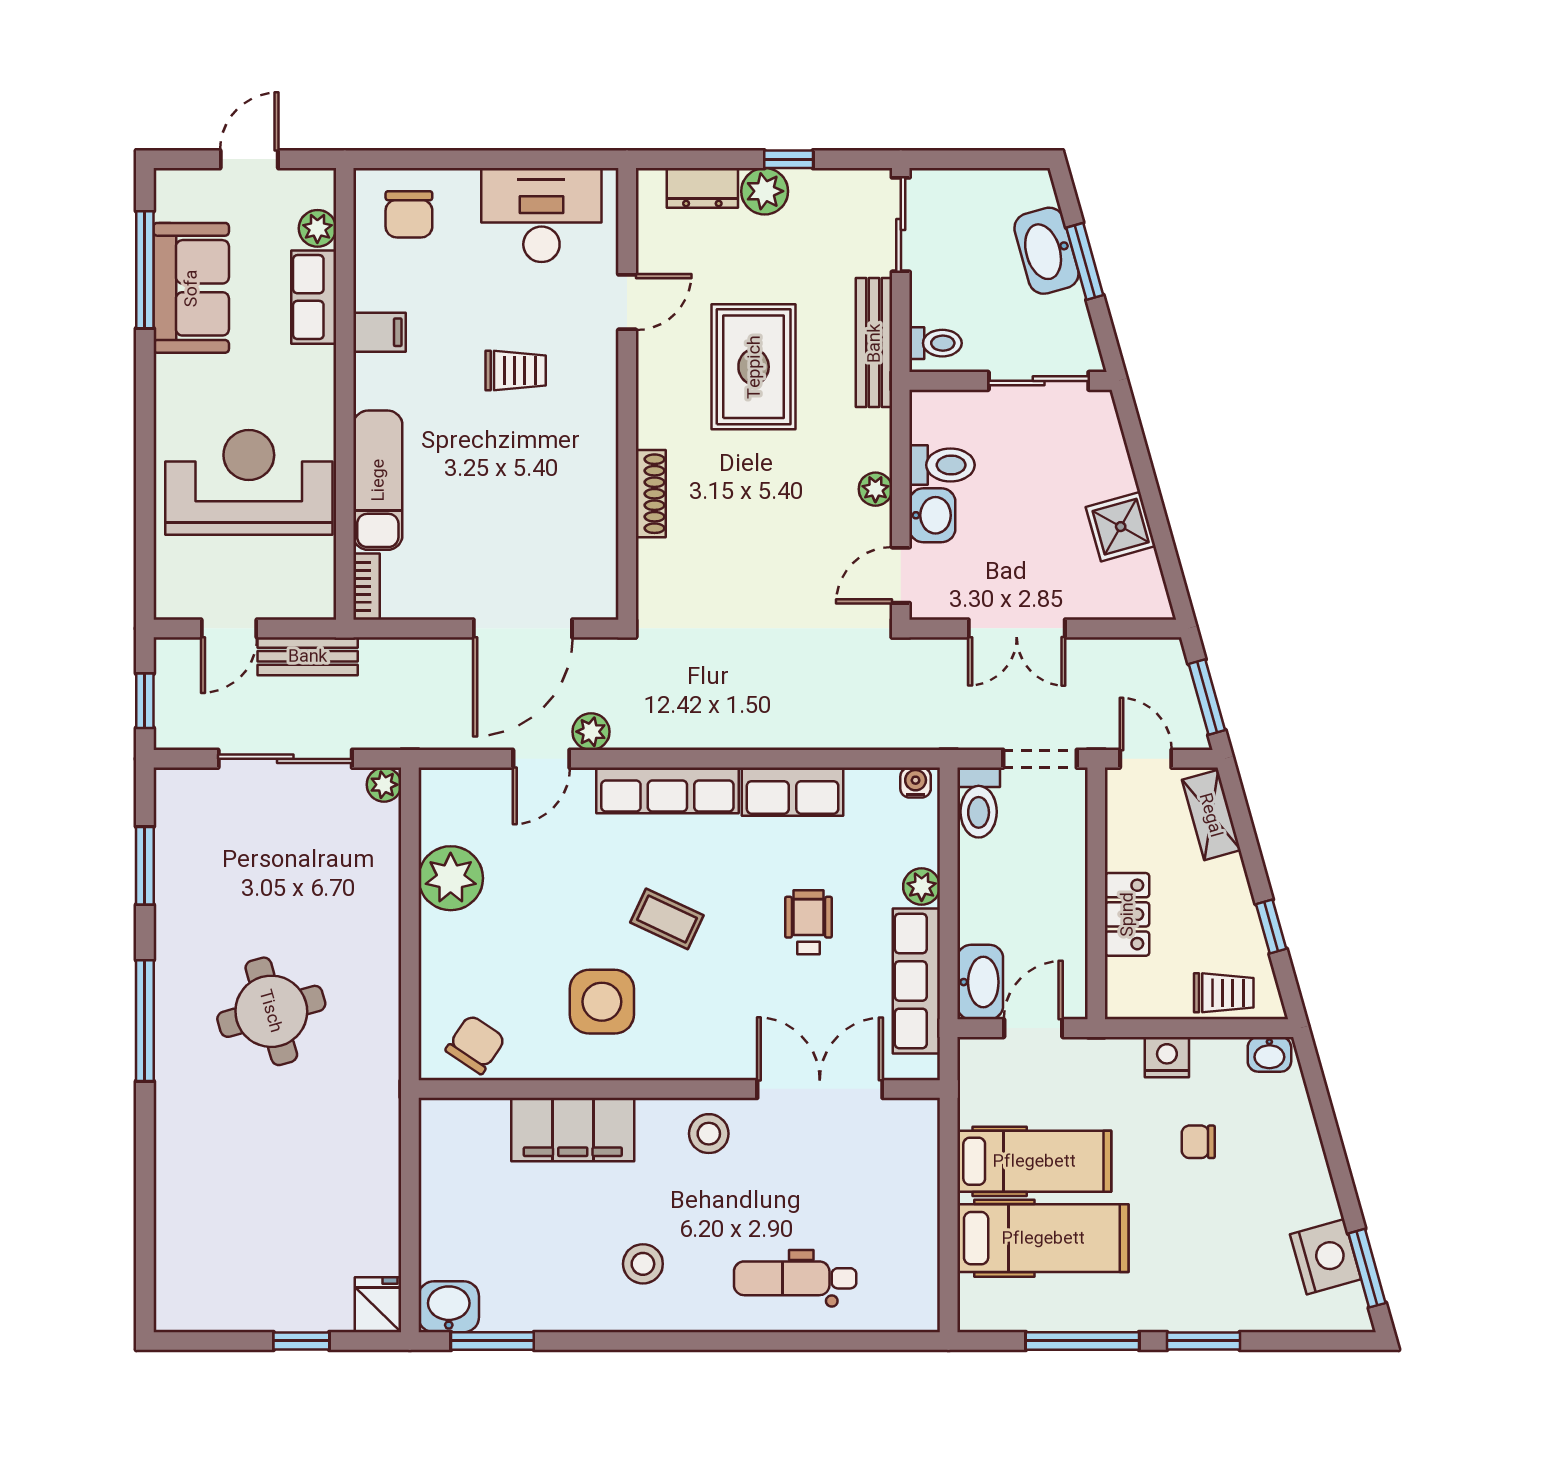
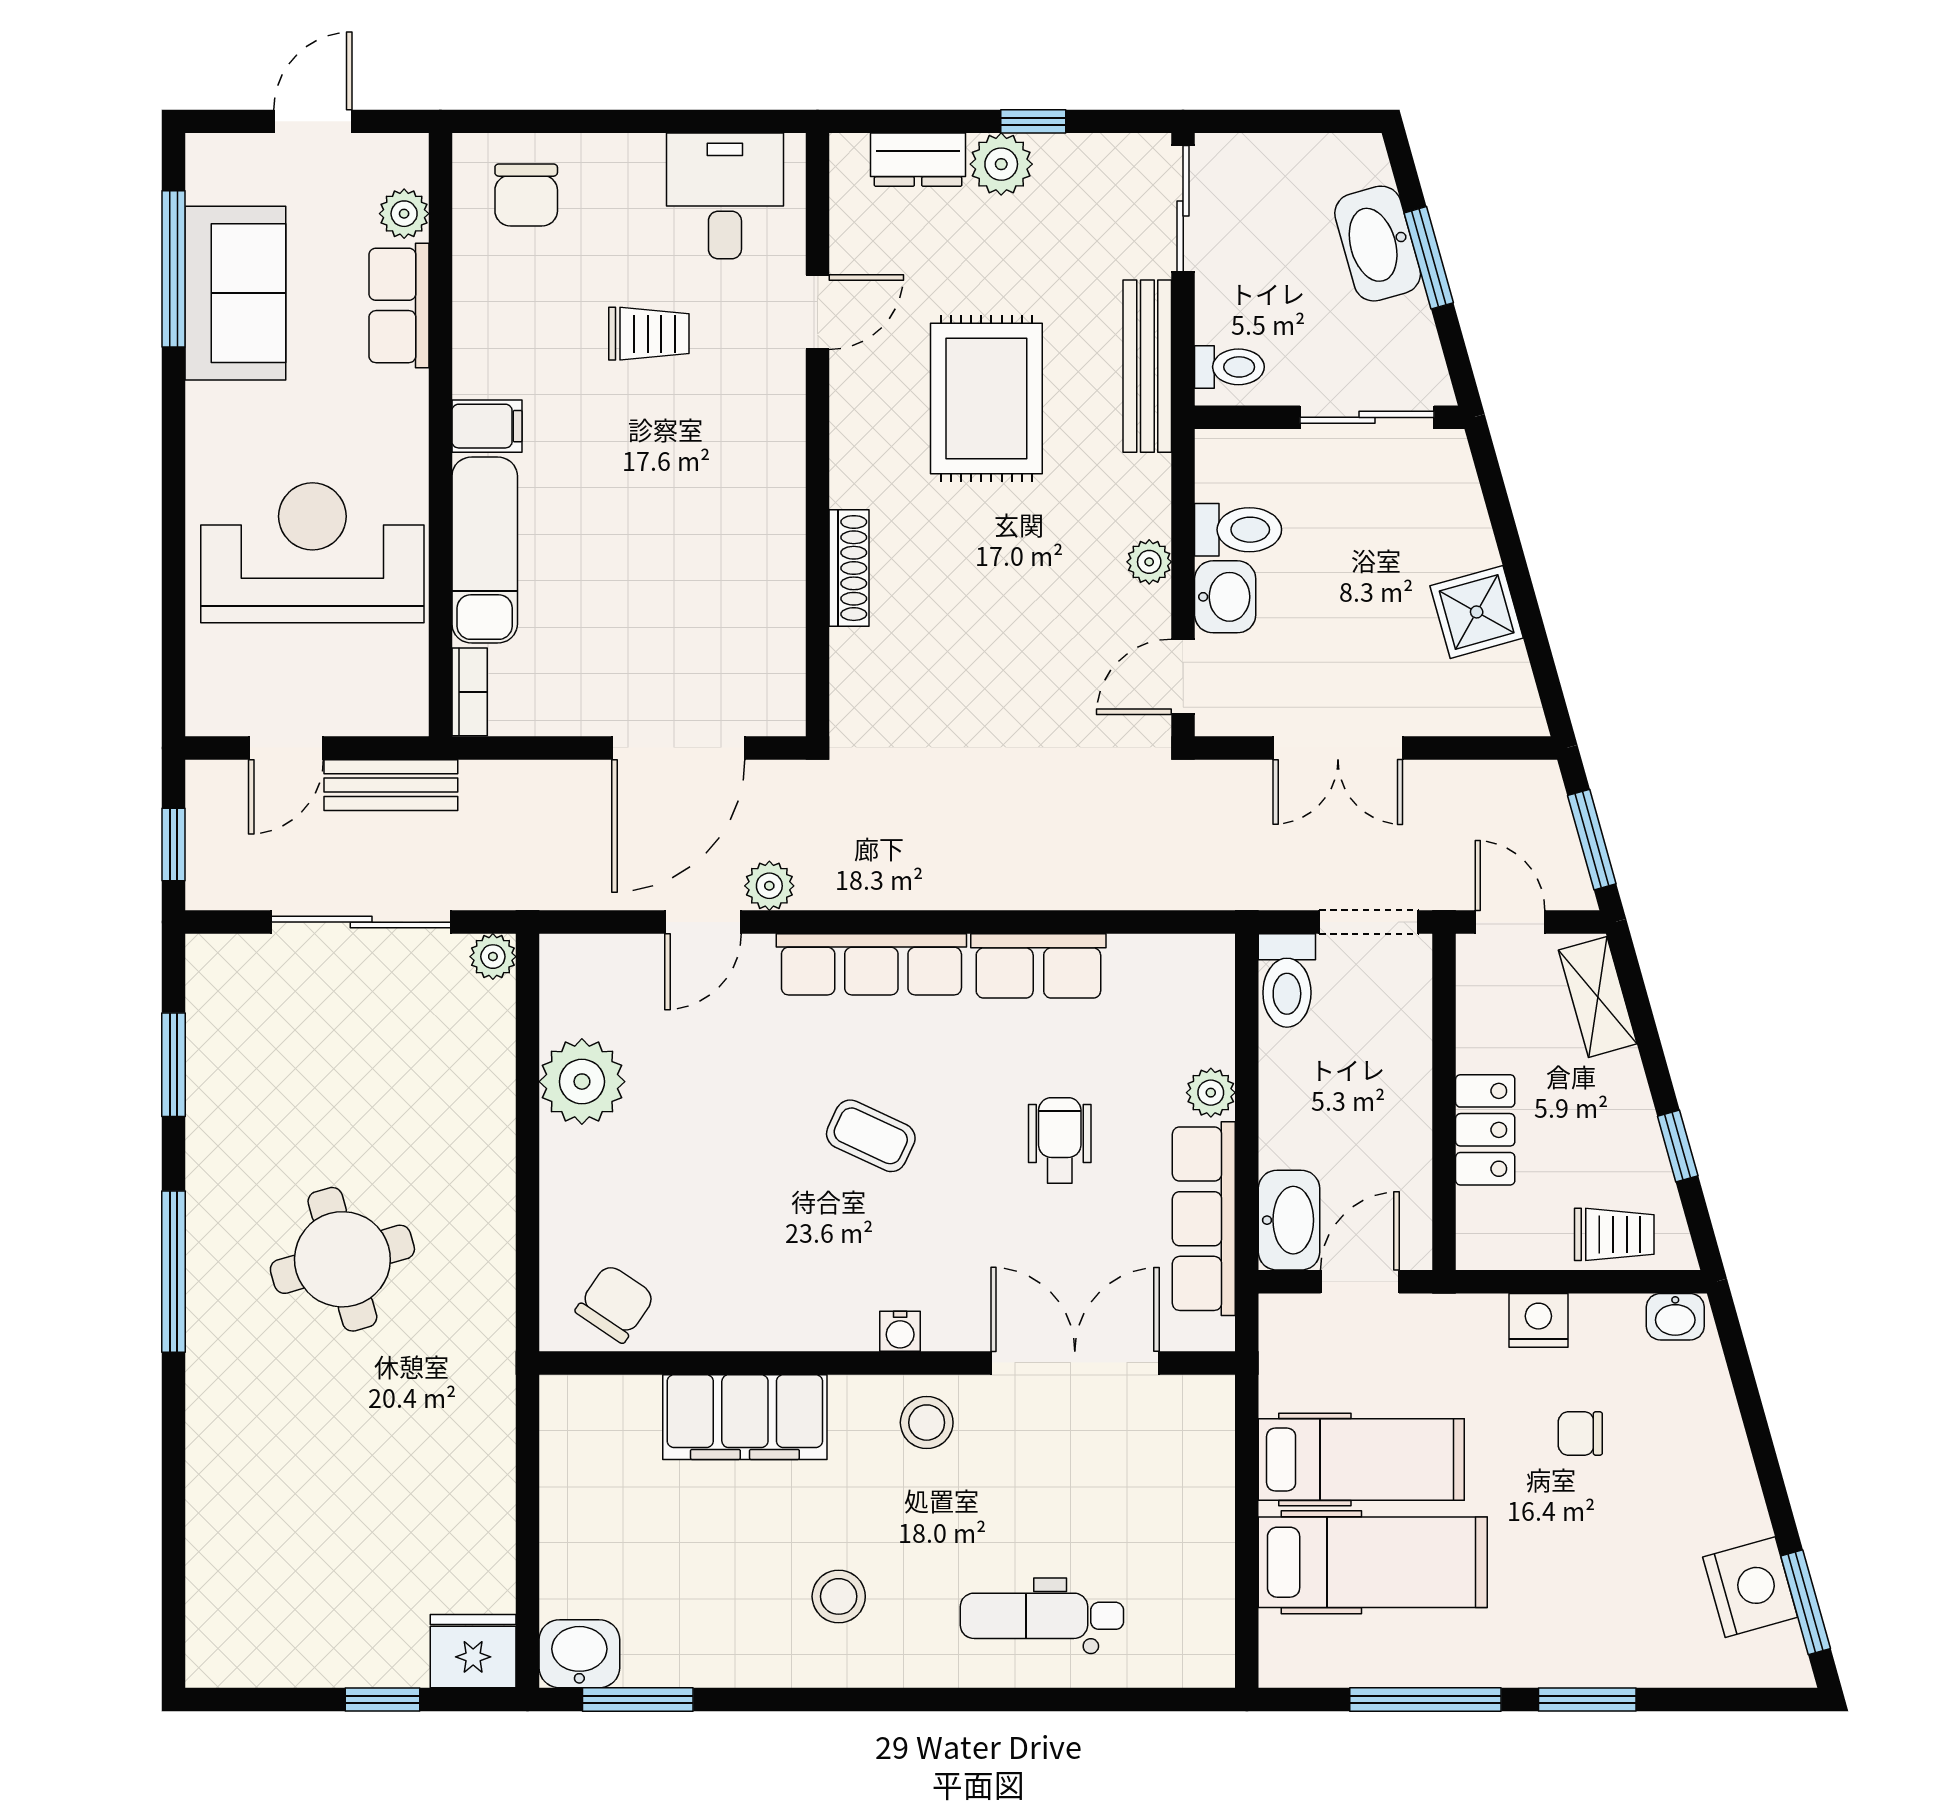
desk: (541, 215) -> (725, 196), width x0.73
filing cabinet: (380, 332) -> (487, 426), moved
trolley: (516, 371) -> (649, 334), moved
water cooler: (916, 783) -> (900, 1331), moved, turned 180
side table: (602, 1002) -> (784, 1246), removed
fridge: (378, 1305) -> (473, 1651), width x1.38

